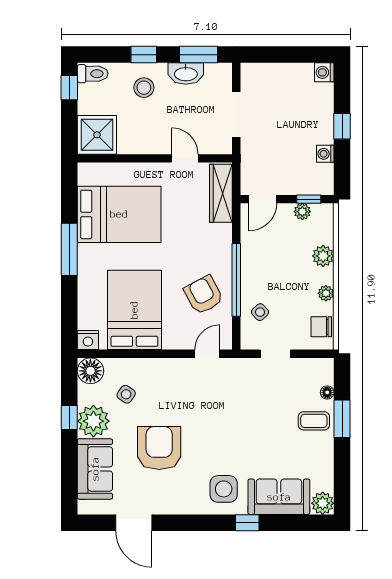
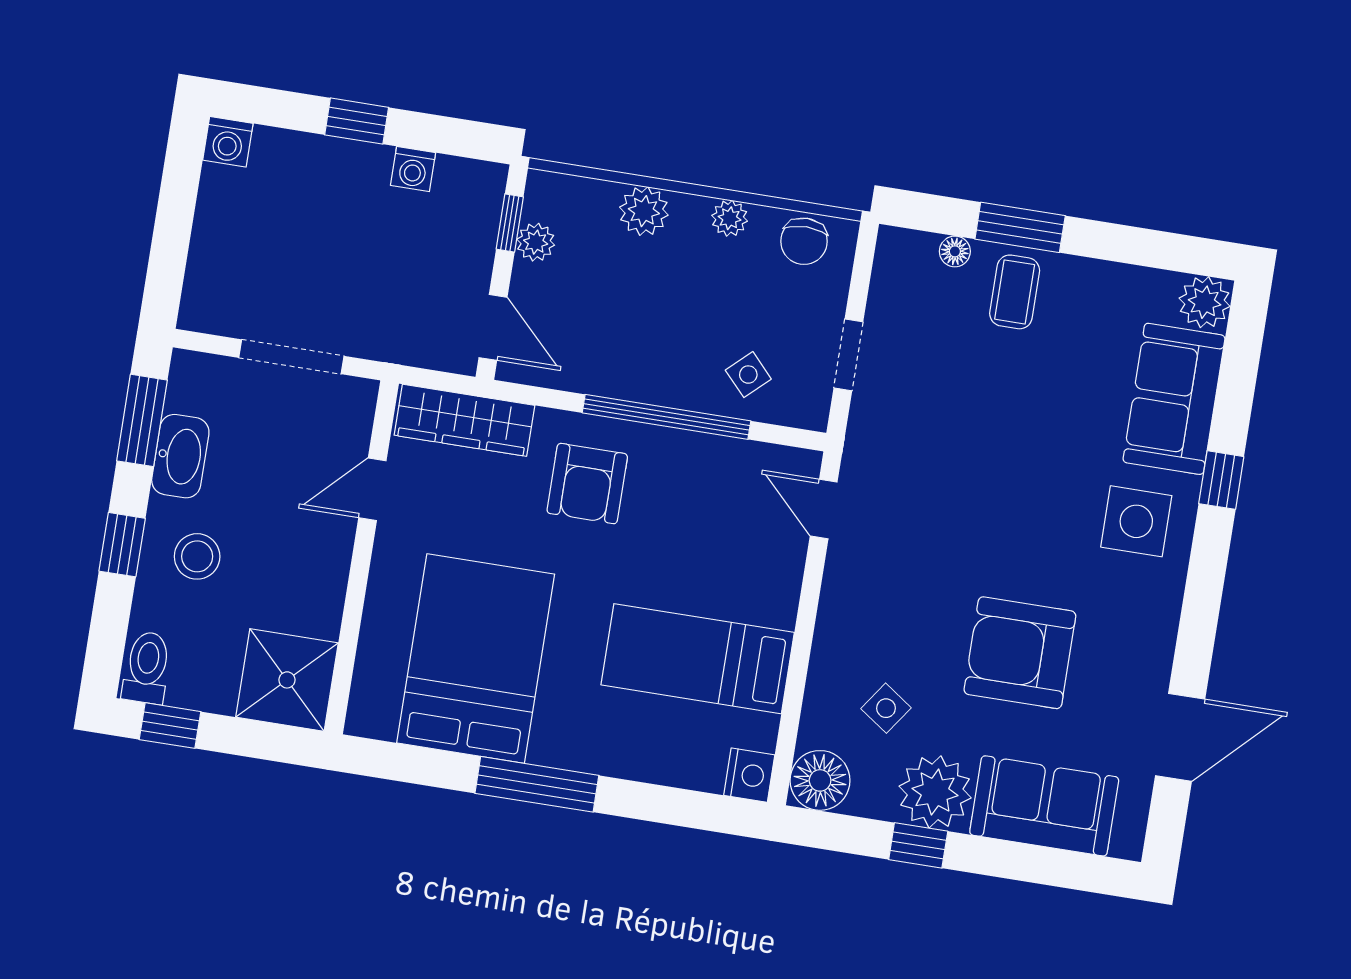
armchair: (204, 295) -> (587, 484), moved, turned -62
bed: (134, 310) -> (698, 659), width x0.67

